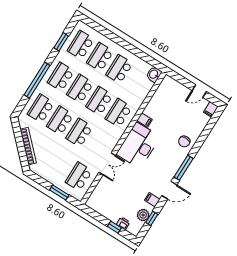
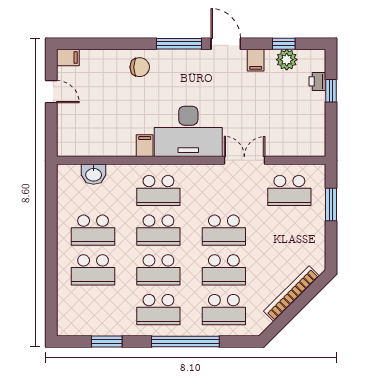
school desk: (81, 45) -> (93, 310), removed
washbasin: (154, 74) -> (94, 174), moved

